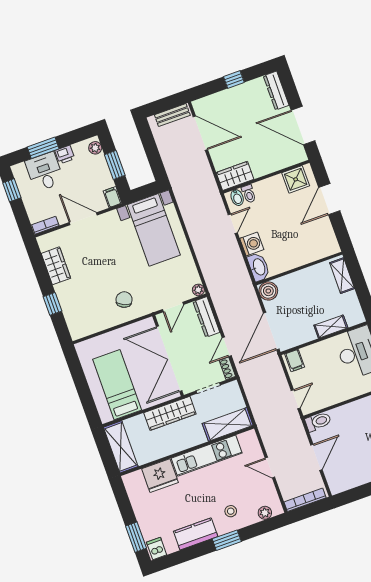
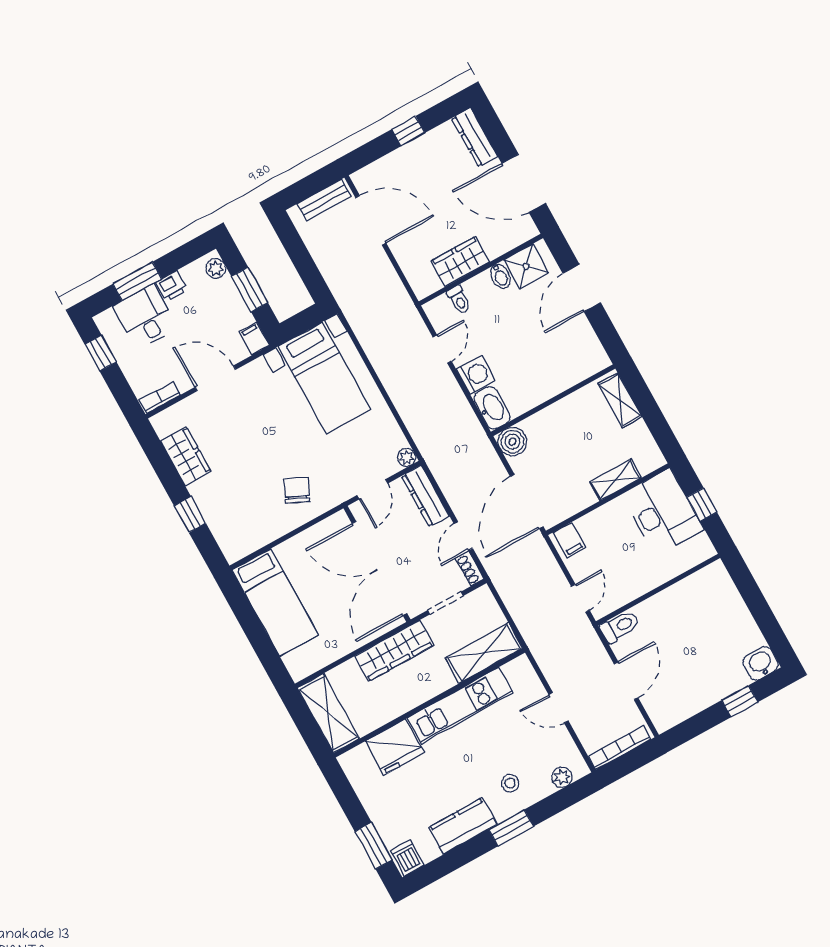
wardrobe: (235, 176) -> (460, 261), moved
bidet: (237, 198) -> (500, 276), moved
bed: (117, 385) -> (275, 602), moved, turned 180

